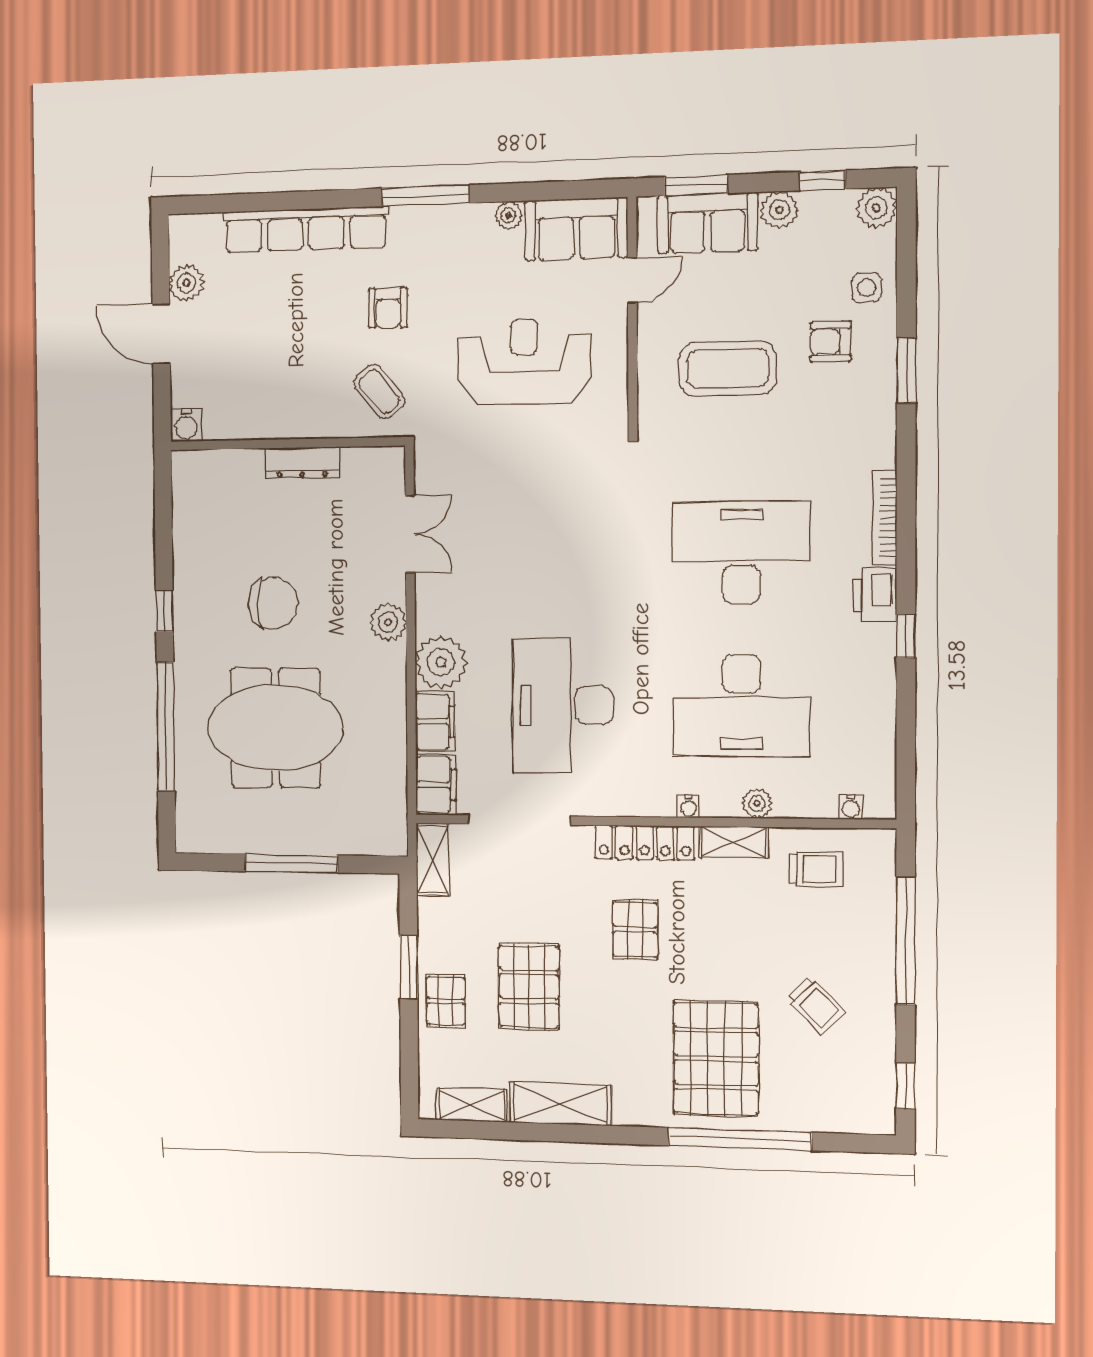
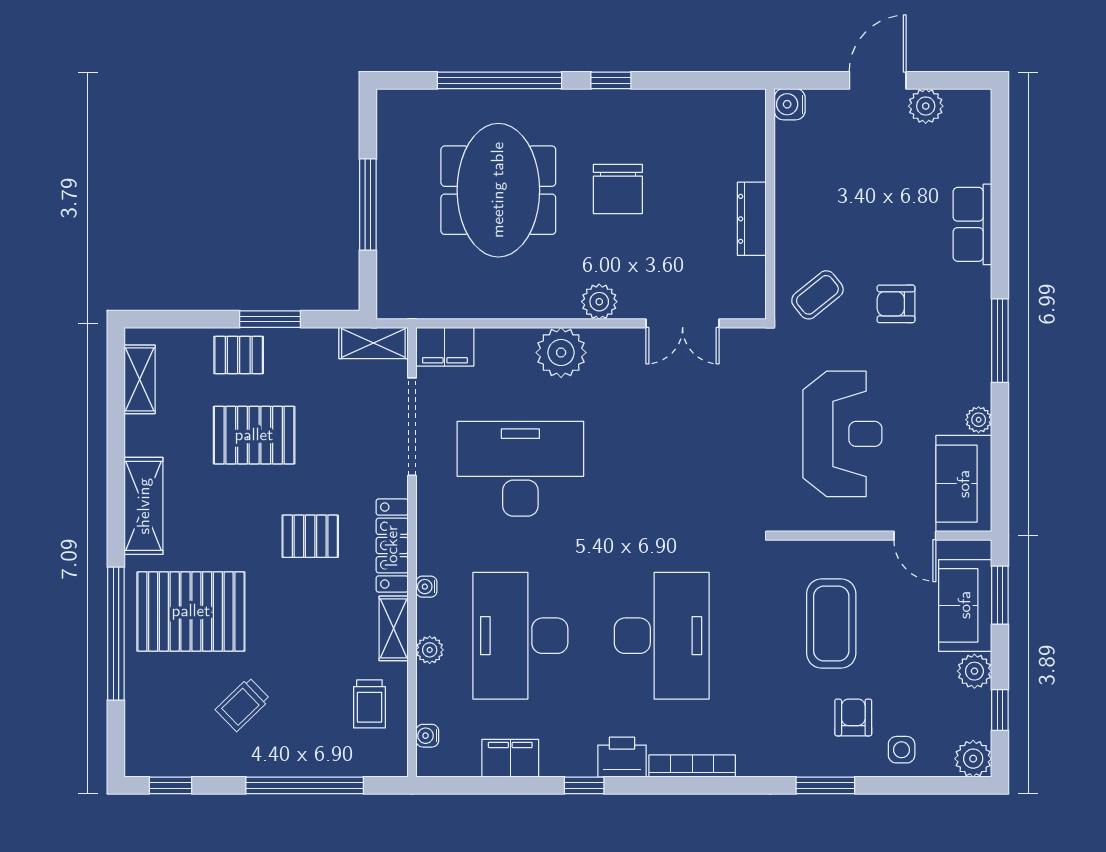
row of seats: (306, 229) -> (972, 224), width x0.50
filing cabinet: (435, 721) -> (510, 758), moved, turned 180
shelving: (560, 1104) -> (144, 506), moved

